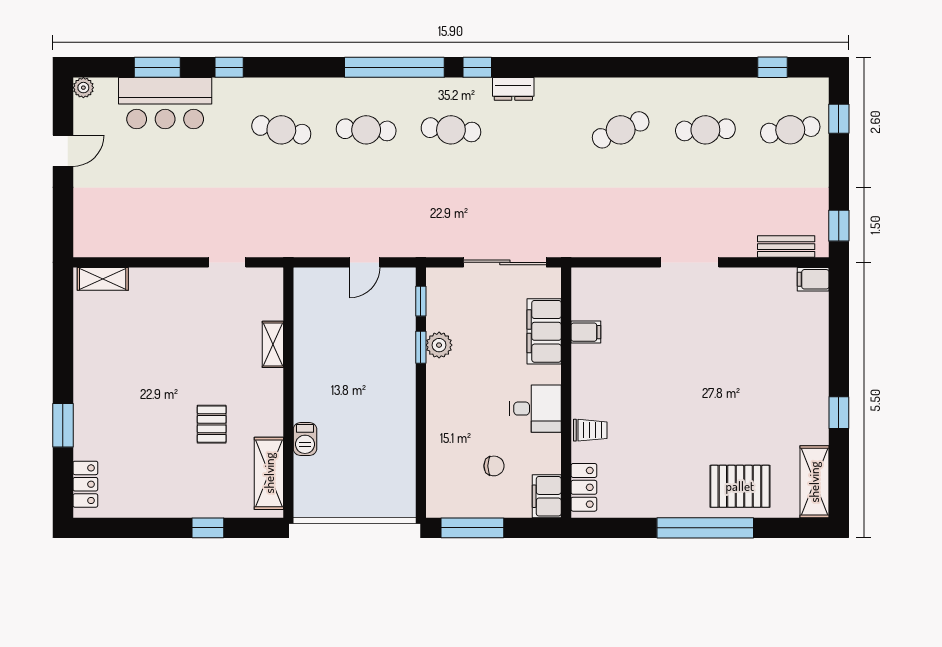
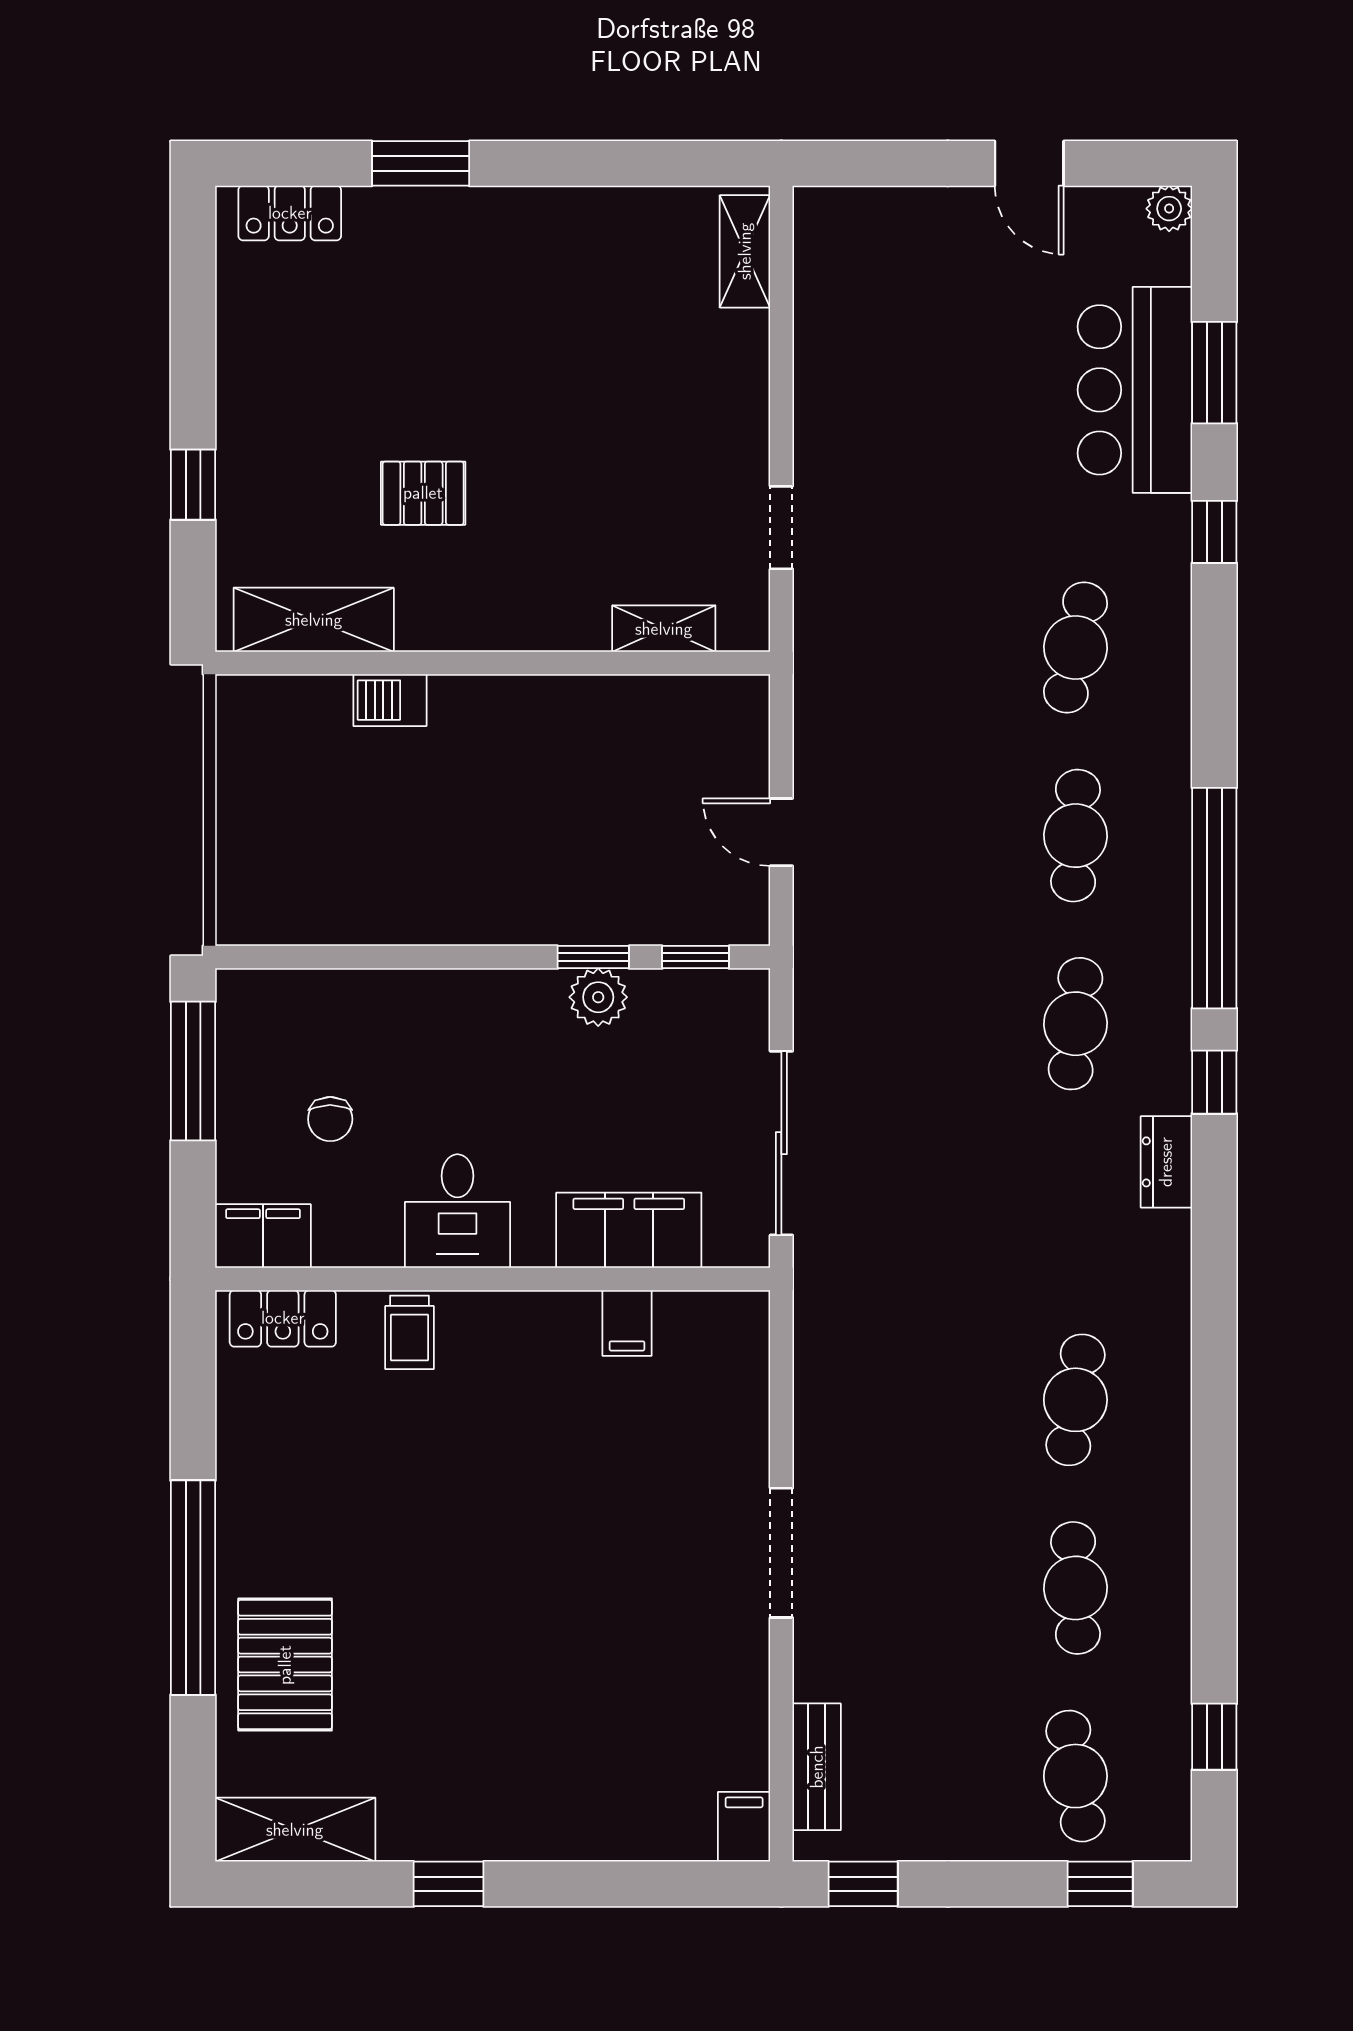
cafe table: (621, 130) -> (1075, 1400), turned 33
shelving: (273, 344) -> (664, 629), moved

